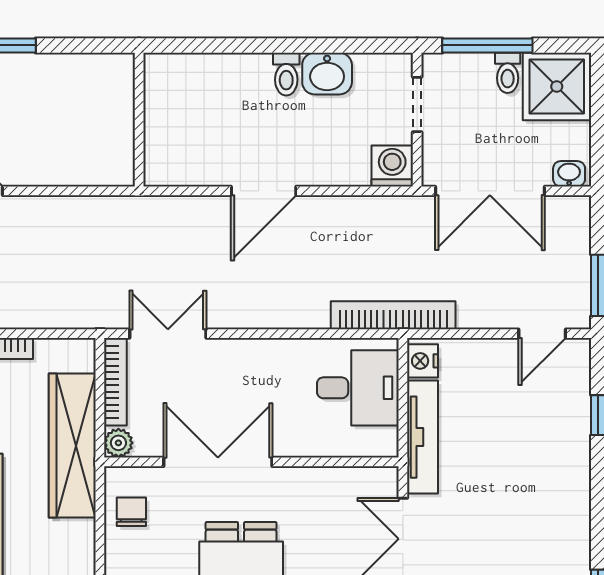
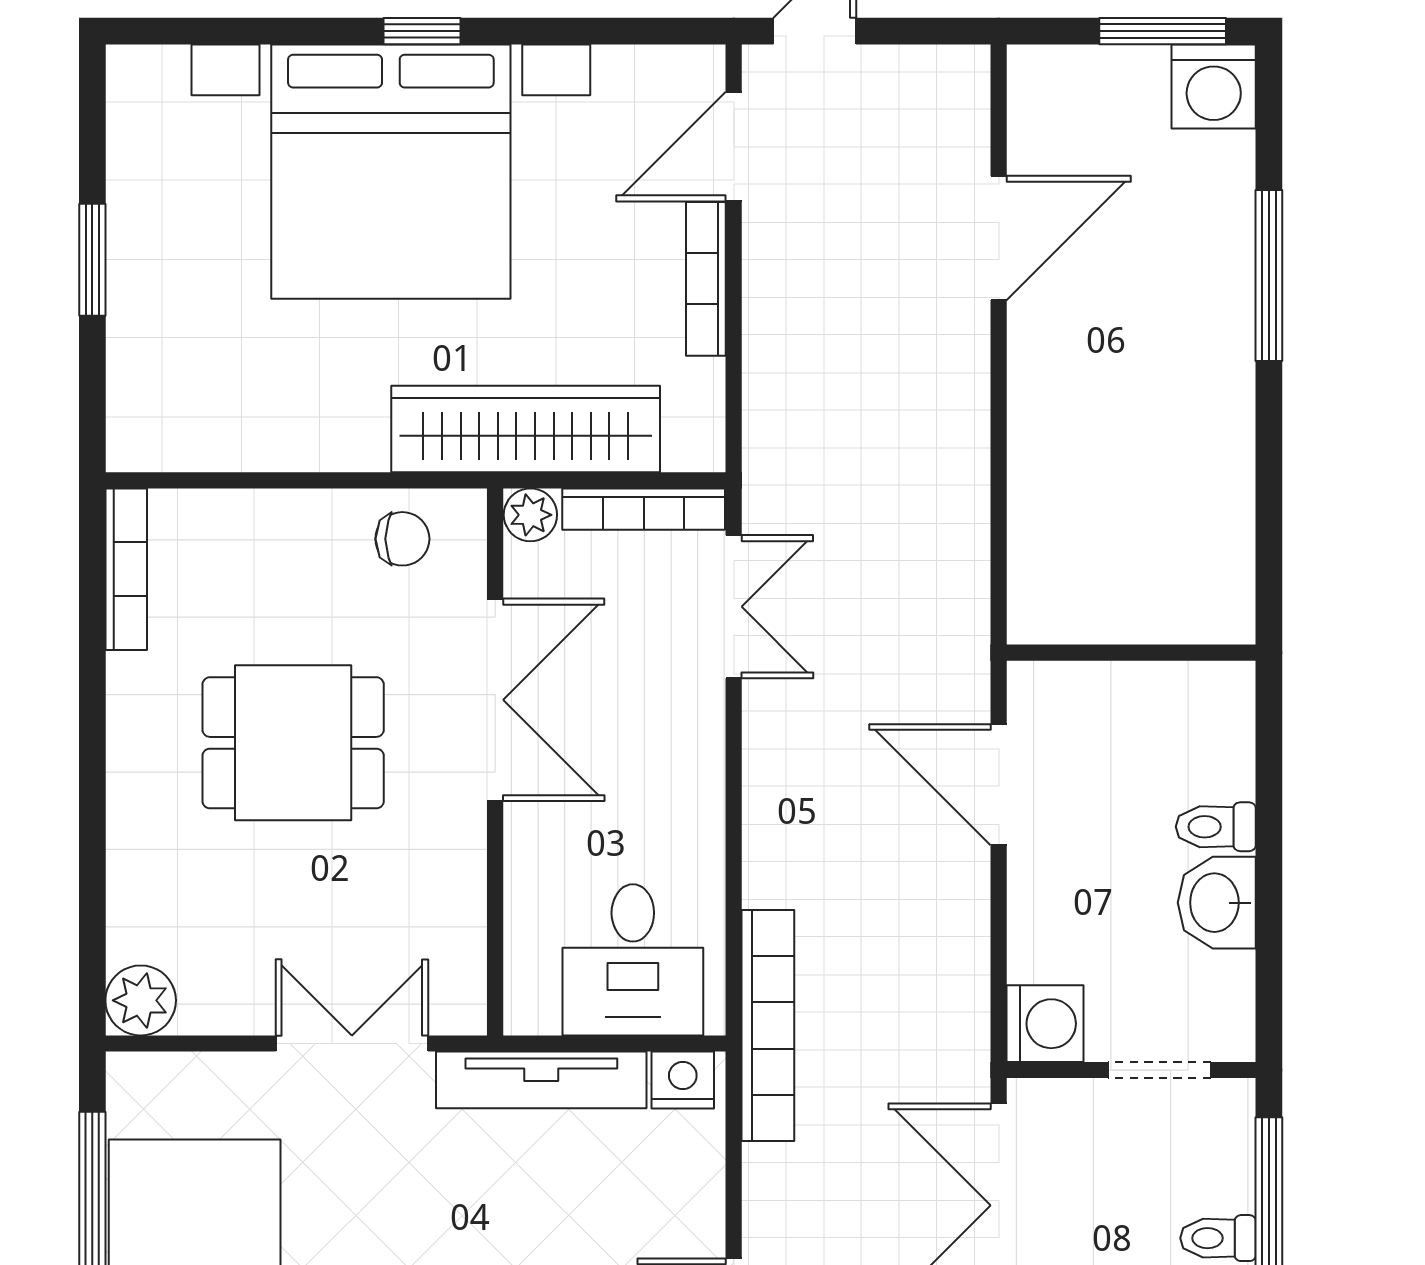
wall: (139, 120) -> (1131, 653), moved

